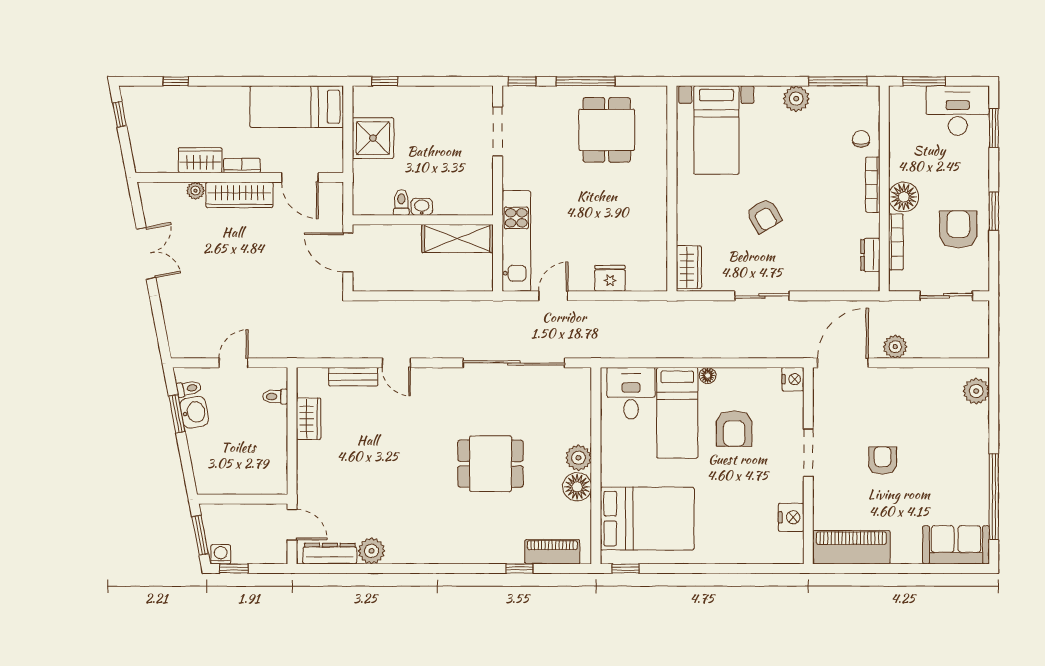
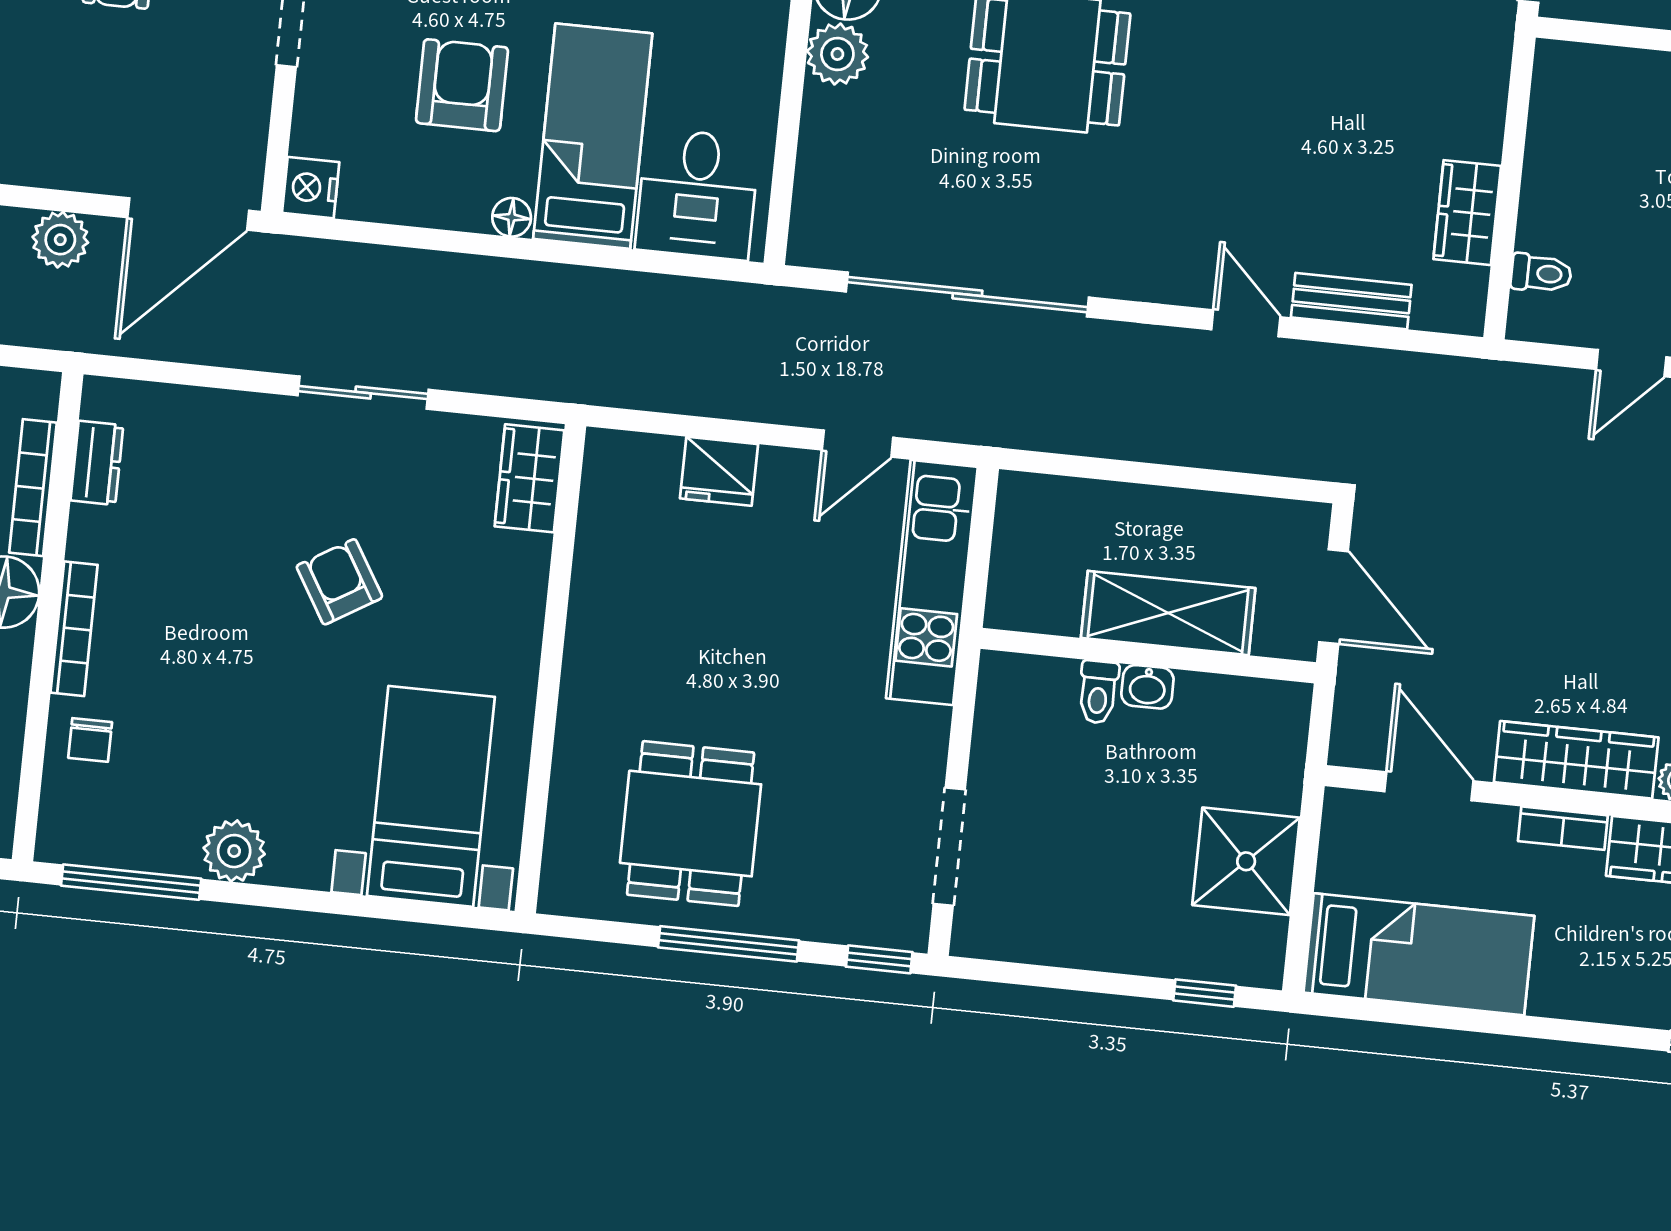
toilet: (401, 202) -> (1098, 692), moved
shelving: (457, 238) -> (1168, 613), moved

